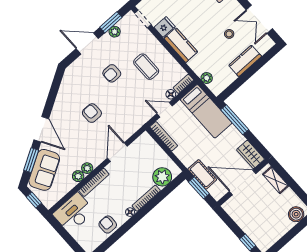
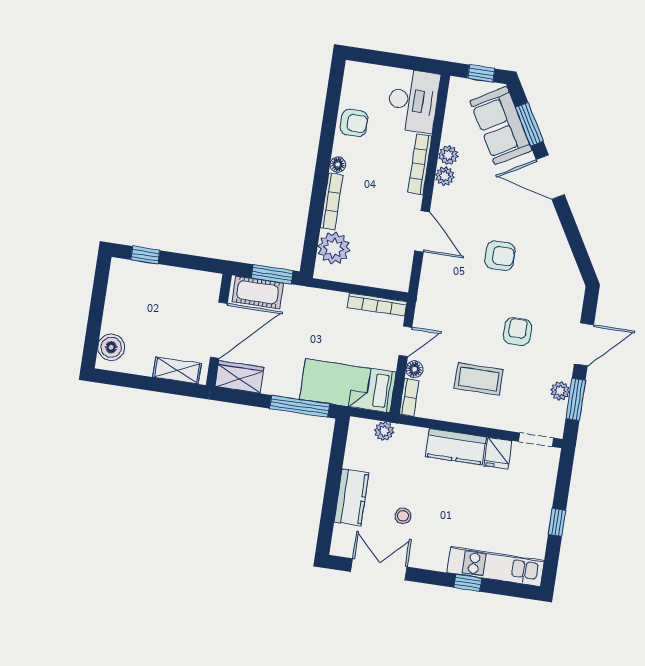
cot: (202, 174) -> (258, 292), moved

